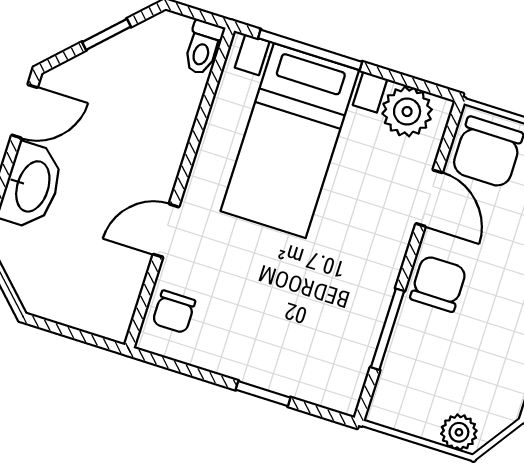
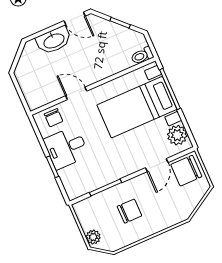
chair: (438, 284) -> (130, 211), moved
chair: (174, 312) -> (54, 118), turned -90
desk: (250, 337) -> (66, 148), added

